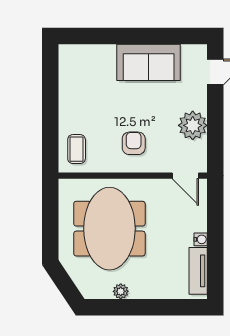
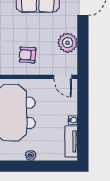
armchair: (134, 143) -> (28, 55), turned -86
plant: (121, 291) -> (31, 155), moved

